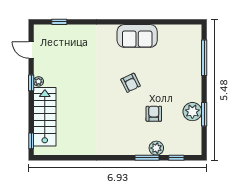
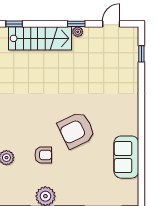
sofa: (137, 36) -> (126, 157), moved
armchair: (131, 83) -> (76, 130), width x1.88, depth x1.88

